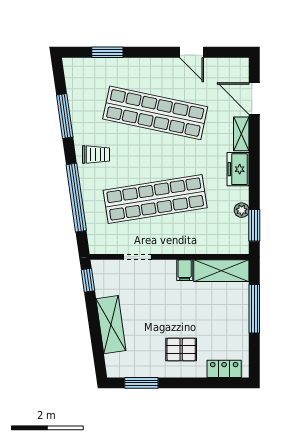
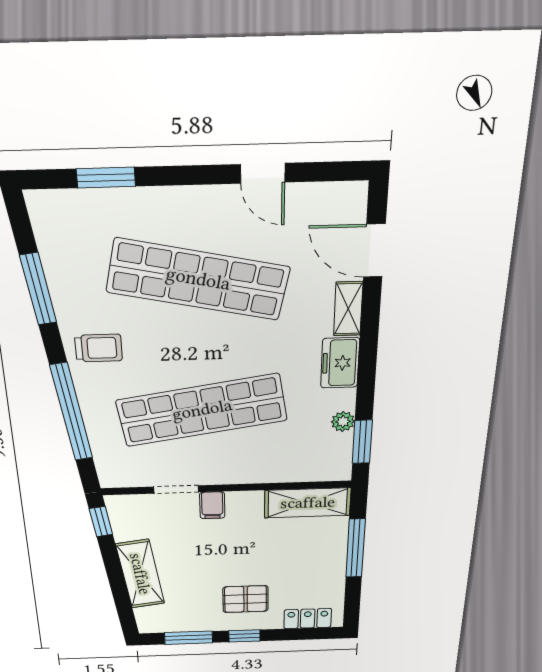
filing cabinet: (185, 270) -> (212, 505), moved
window: (180, 383) -> (244, 636), added

